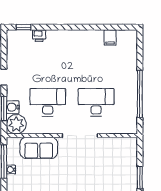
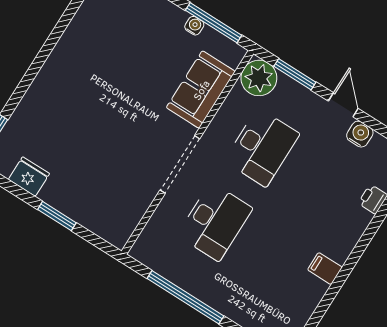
filing cabinet: (110, 38) -> (325, 269), moved
water cooler: (13, 107) -> (360, 134), moved

